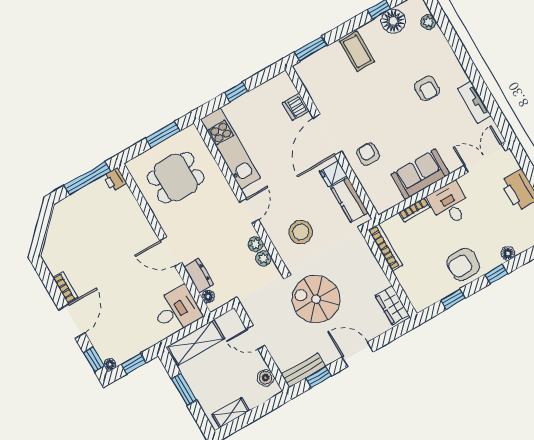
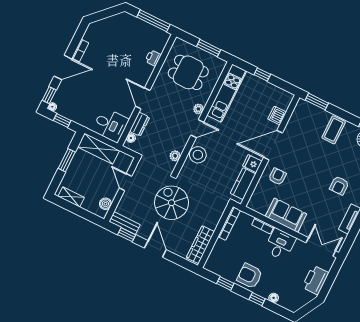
printer: (115, 180) -> (153, 58), moved
stool: (301, 232) -> (198, 155), moved
plant: (256, 244) -> (198, 109), moved
wardrobe: (392, 305) -> (200, 245), width x1.50

